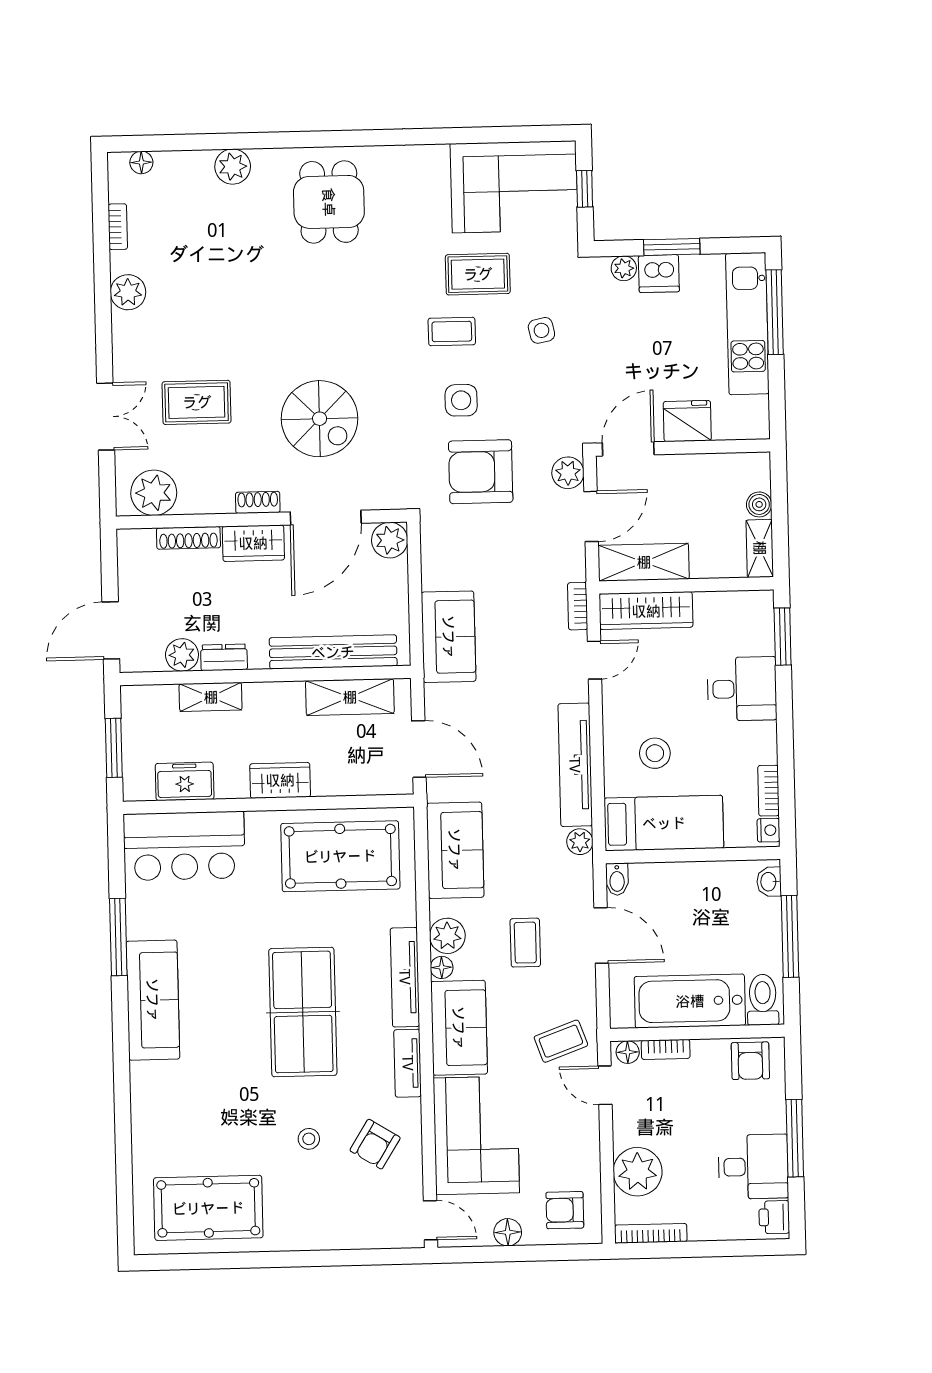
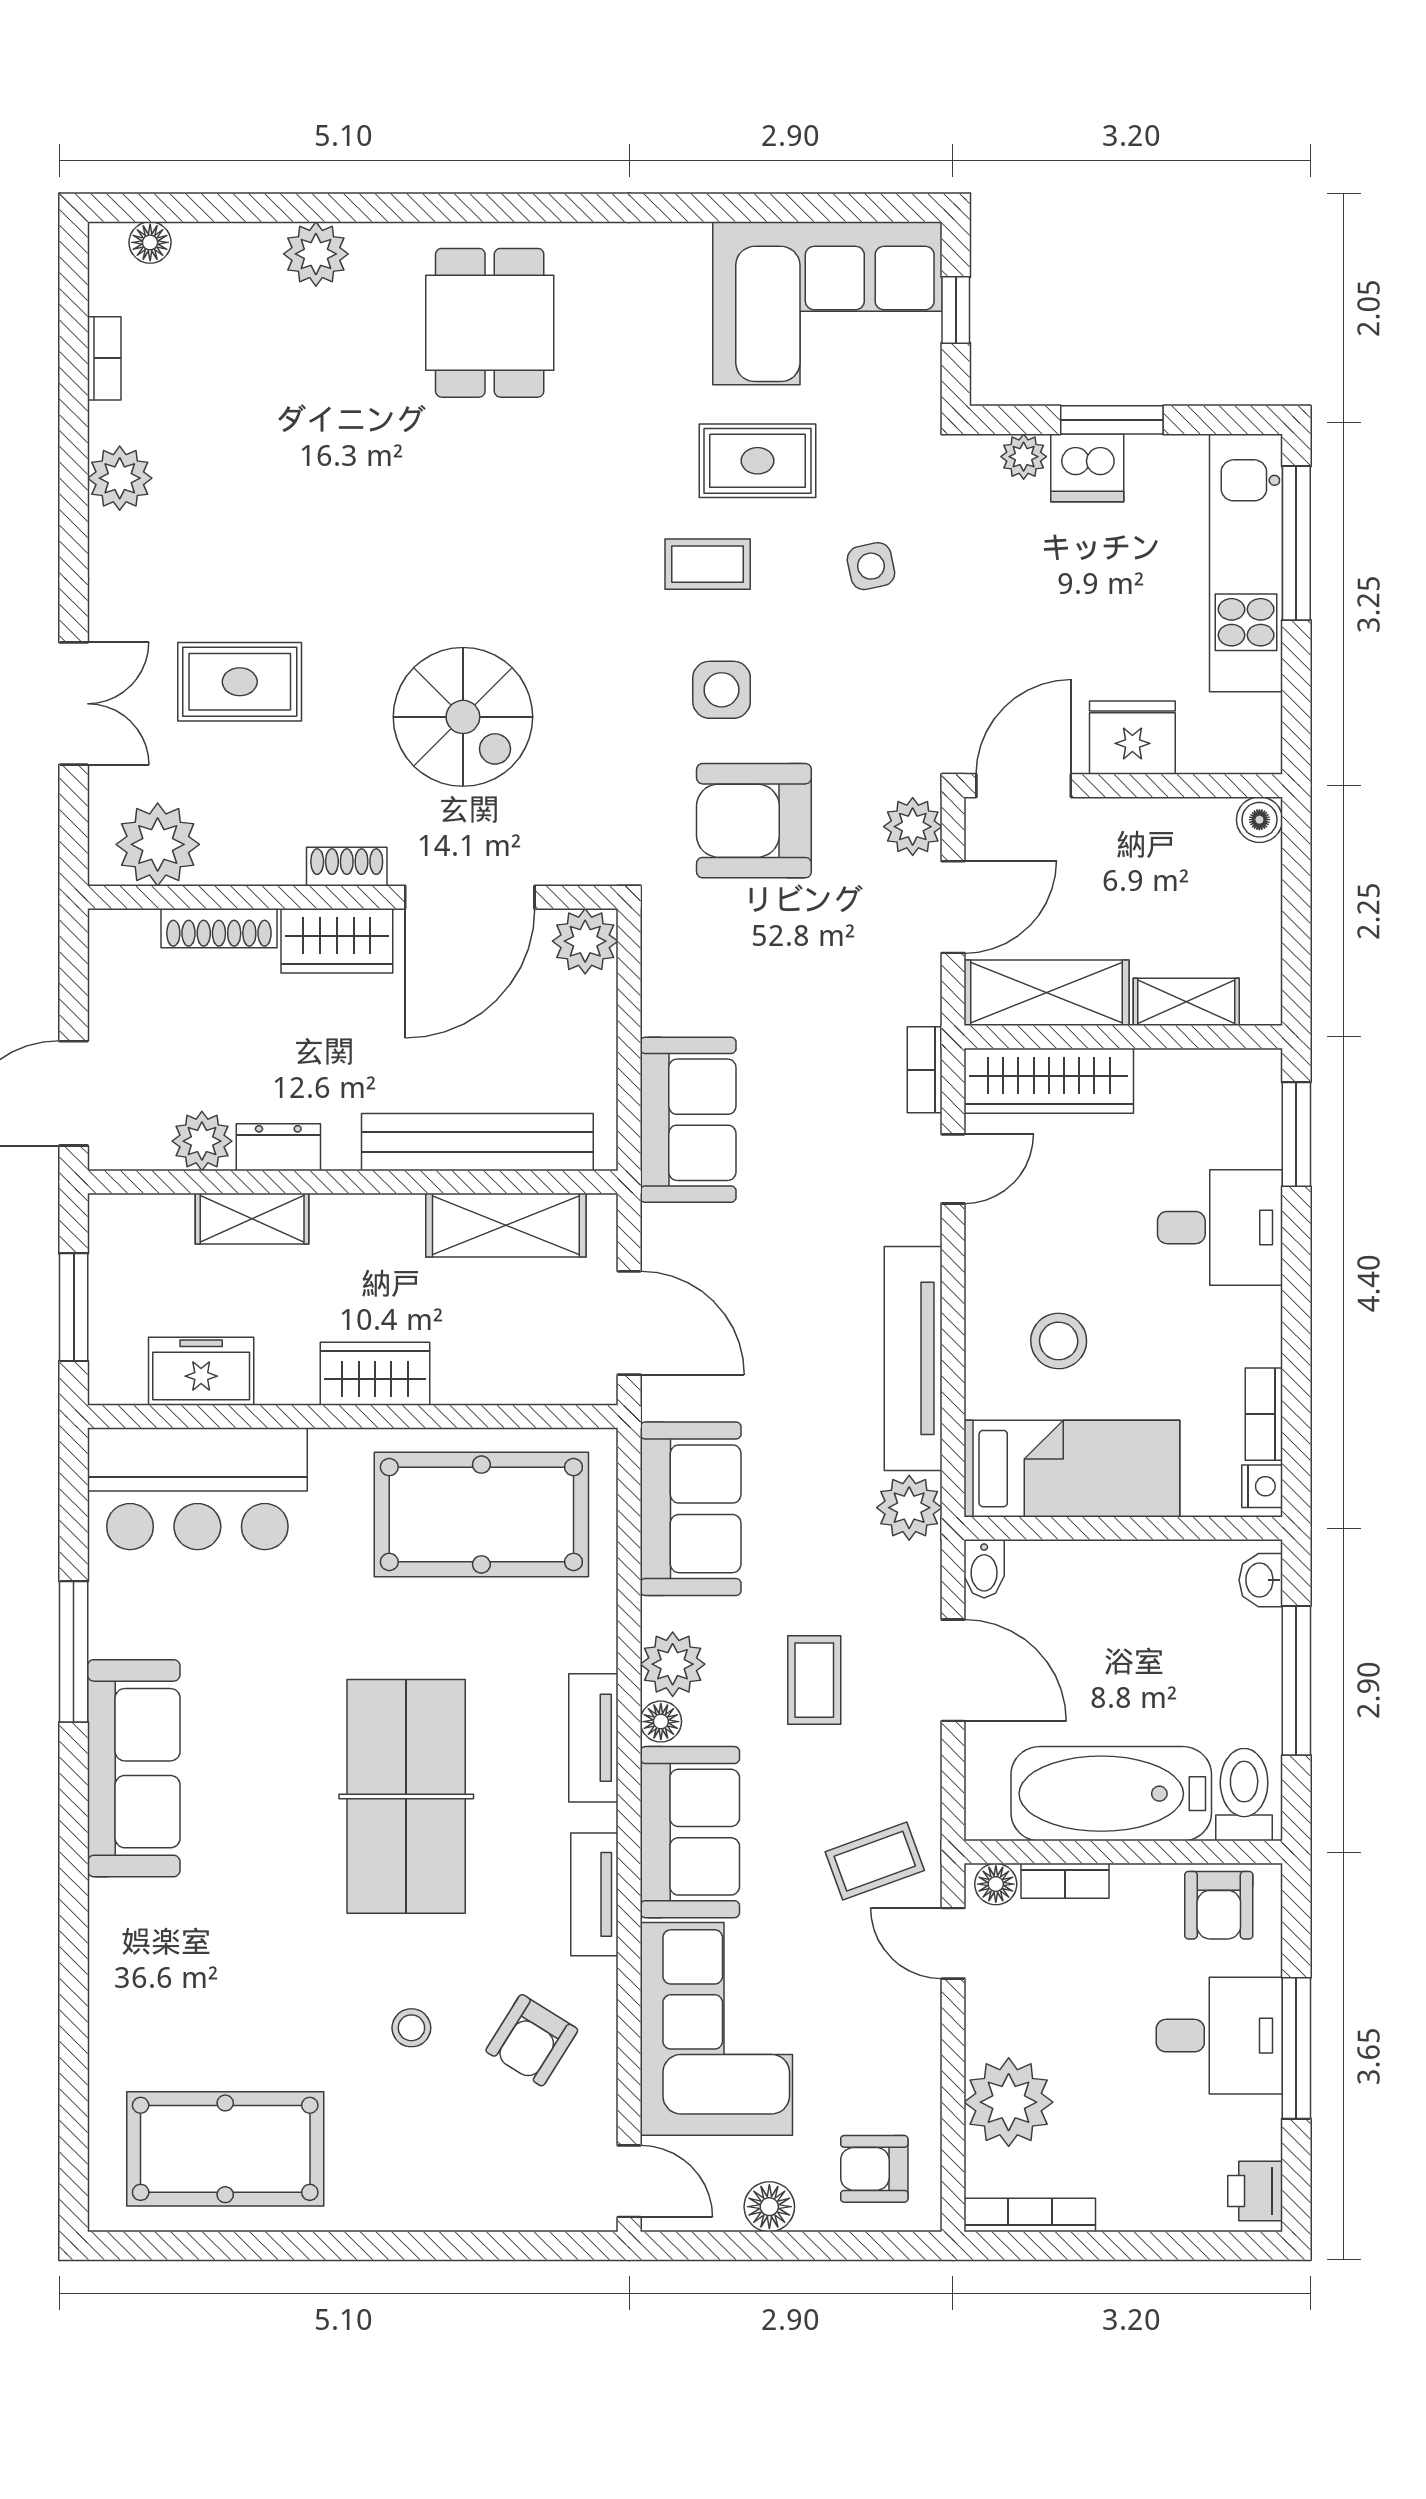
boiler: (759, 504) -> (1259, 820), moved
shelving: (760, 548) -> (1186, 1002), moved, turned 90
plant: (580, 842) -> (909, 1508), width x1.38, depth x1.38
tv unit: (405, 977) -> (593, 1738), width x0.71
desk: (753, 1167) -> (1219, 2036), moved

